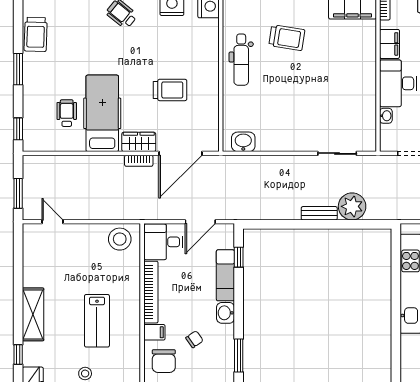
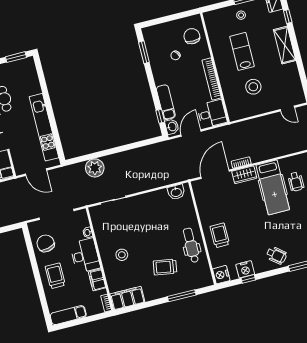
stool: (345, 71) -> (122, 255), added
trolley: (170, 90) -> (220, 235), moved, turned 90
bench: (319, 213) -> (115, 158), removed
stool: (120, 239) -> (253, 87), moved
washbasin: (226, 313) -> (172, 127), moved
filing cabinet: (154, 332) -> (203, 53), removed

